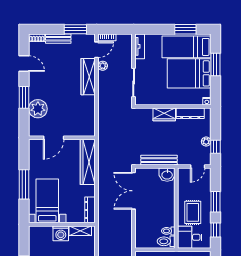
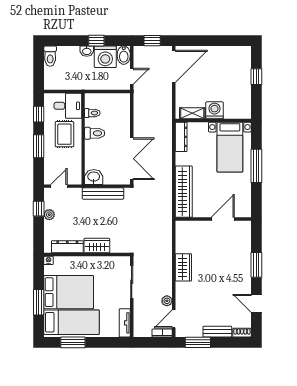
wardrobe: (88, 77) -> (183, 267), moved, width x0.67
plant: (38, 109) -> (241, 252), removed
toilet: (166, 241) -> (95, 133), moved

